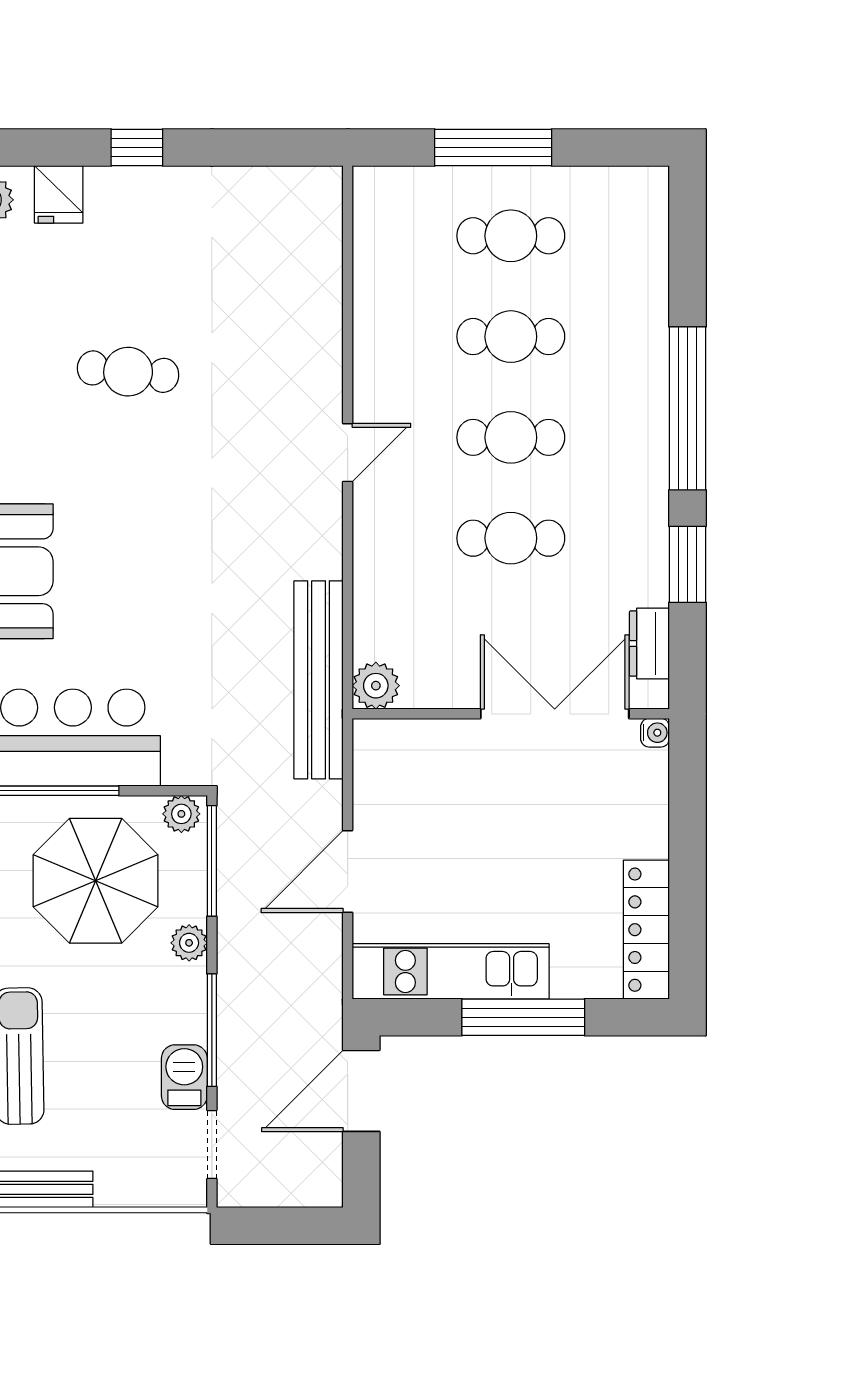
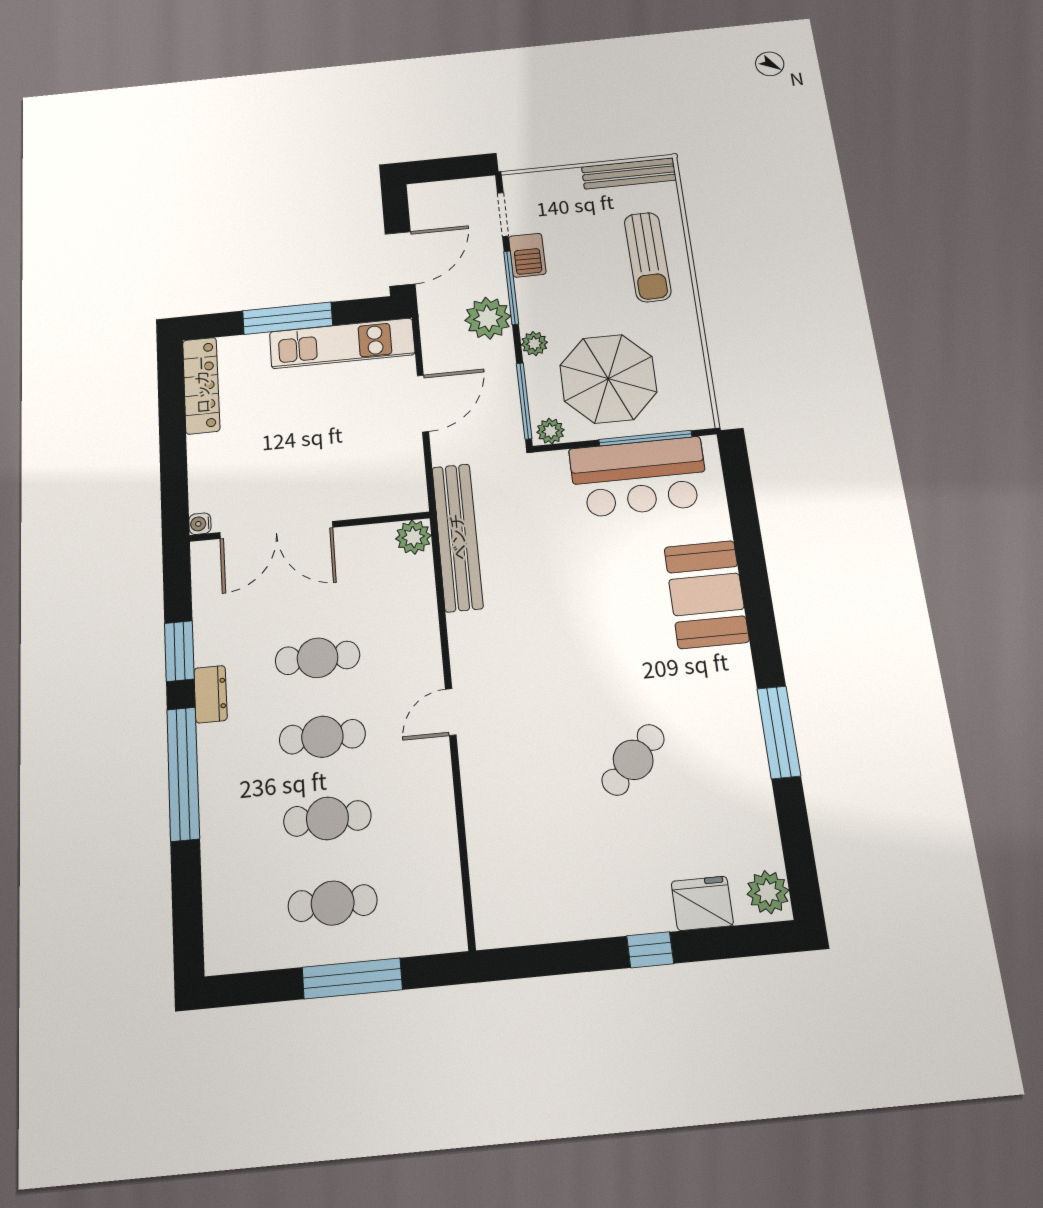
fridge: (59, 194) -> (702, 903), width x1.38
cafe table: (128, 372) -> (633, 760), turned -51
dresser: (649, 643) -> (211, 694), moved
plant: (248, 987) -> (488, 318), added

